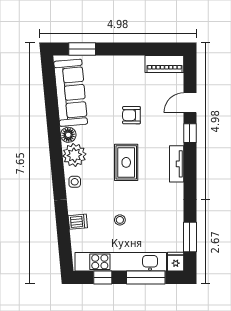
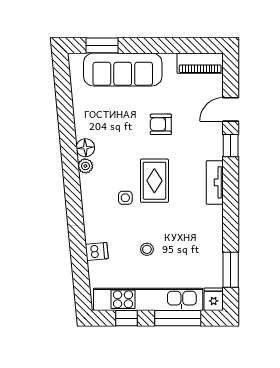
sofa: (71, 93) -> (123, 69), moved, turned 95
plant: (74, 155) -> (85, 166), width x0.53, depth x0.53
side table: (75, 182) -> (125, 198), moved

